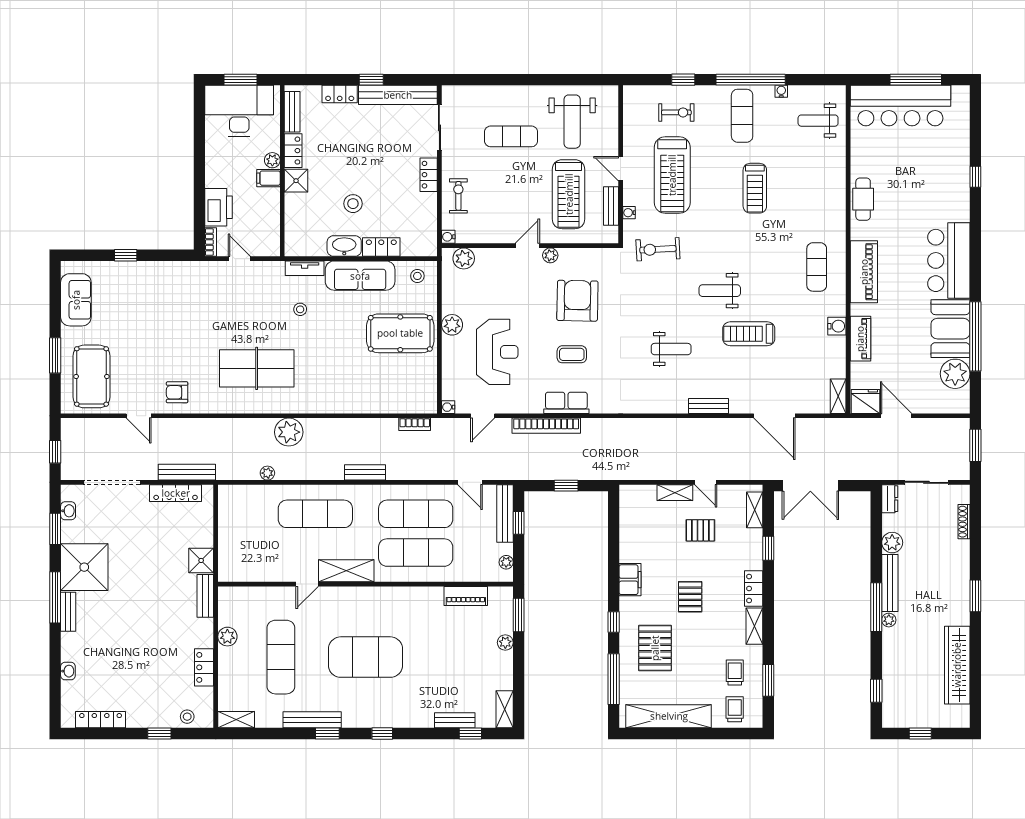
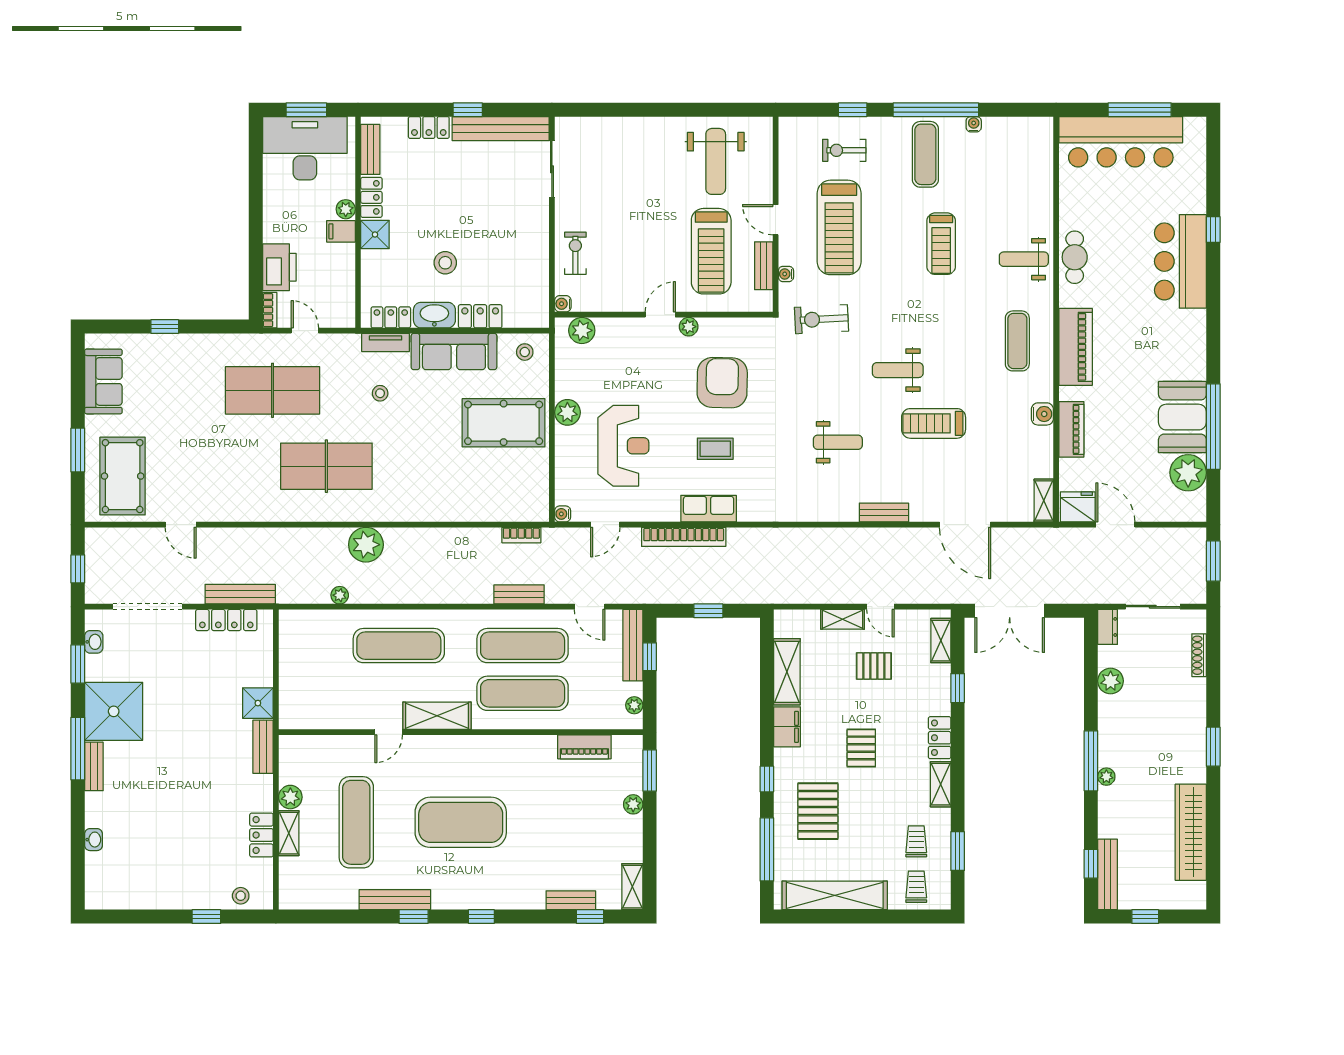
exercise bike: (676, 112) -> (844, 150), turned 180
weight bench: (818, 121) -> (1024, 259), moved
exercise mat: (511, 136) -> (640, 180), removed
locker: (429, 175) -> (391, 317), moved, turned 90
bar counter: (949, 260) -> (1180, 261), moved
table tennis table: (213, 307) -> (273, 390), added
armchair: (177, 392) -> (228, 496), removed
bench: (365, 472) -> (519, 594), moved
shelving: (630, 535) -> (787, 672), added
bench: (890, 583) -> (1108, 874), moved
locker: (101, 720) -> (134, 900), removed
shelving: (236, 720) -> (289, 833), moved, turned 90

